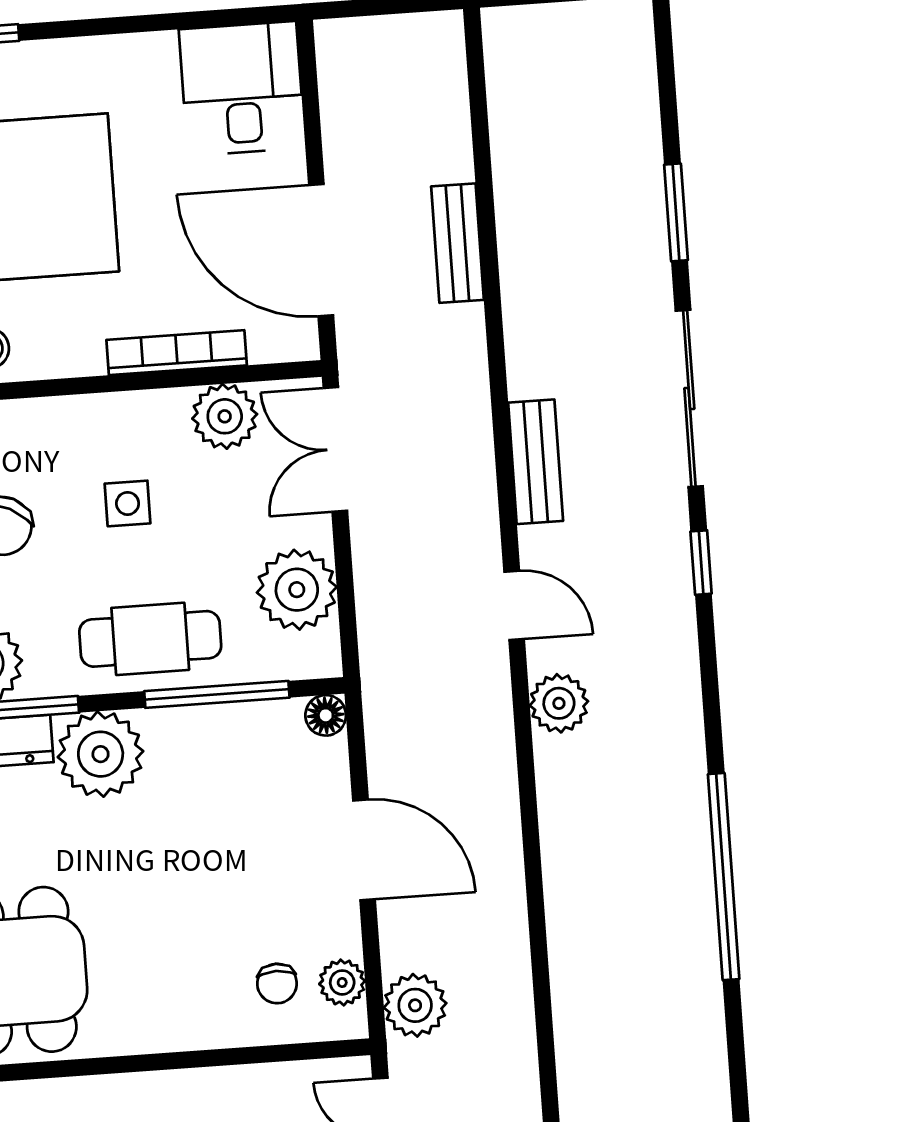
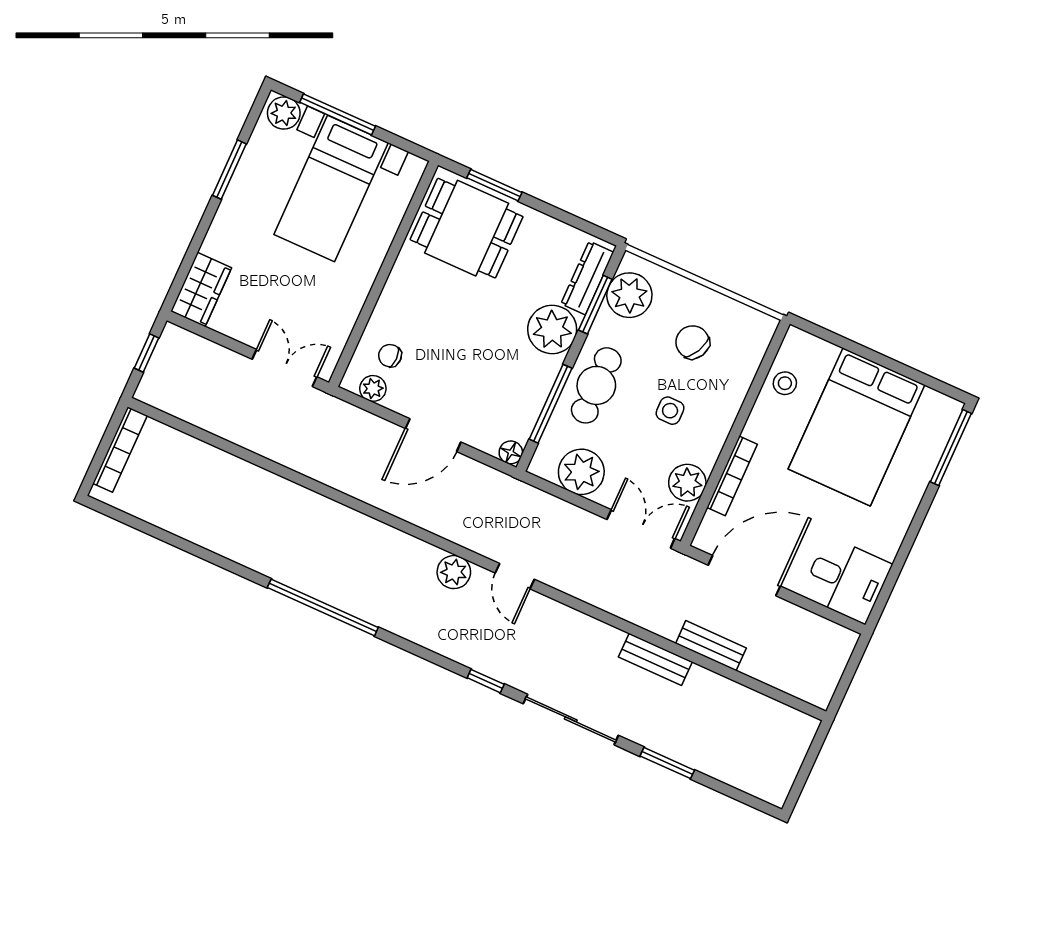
bench: (536, 462) -> (655, 659), moved
door: (514, 605) -> (515, 576), hinge flipped
plant: (415, 1005) -> (342, 419), removed

